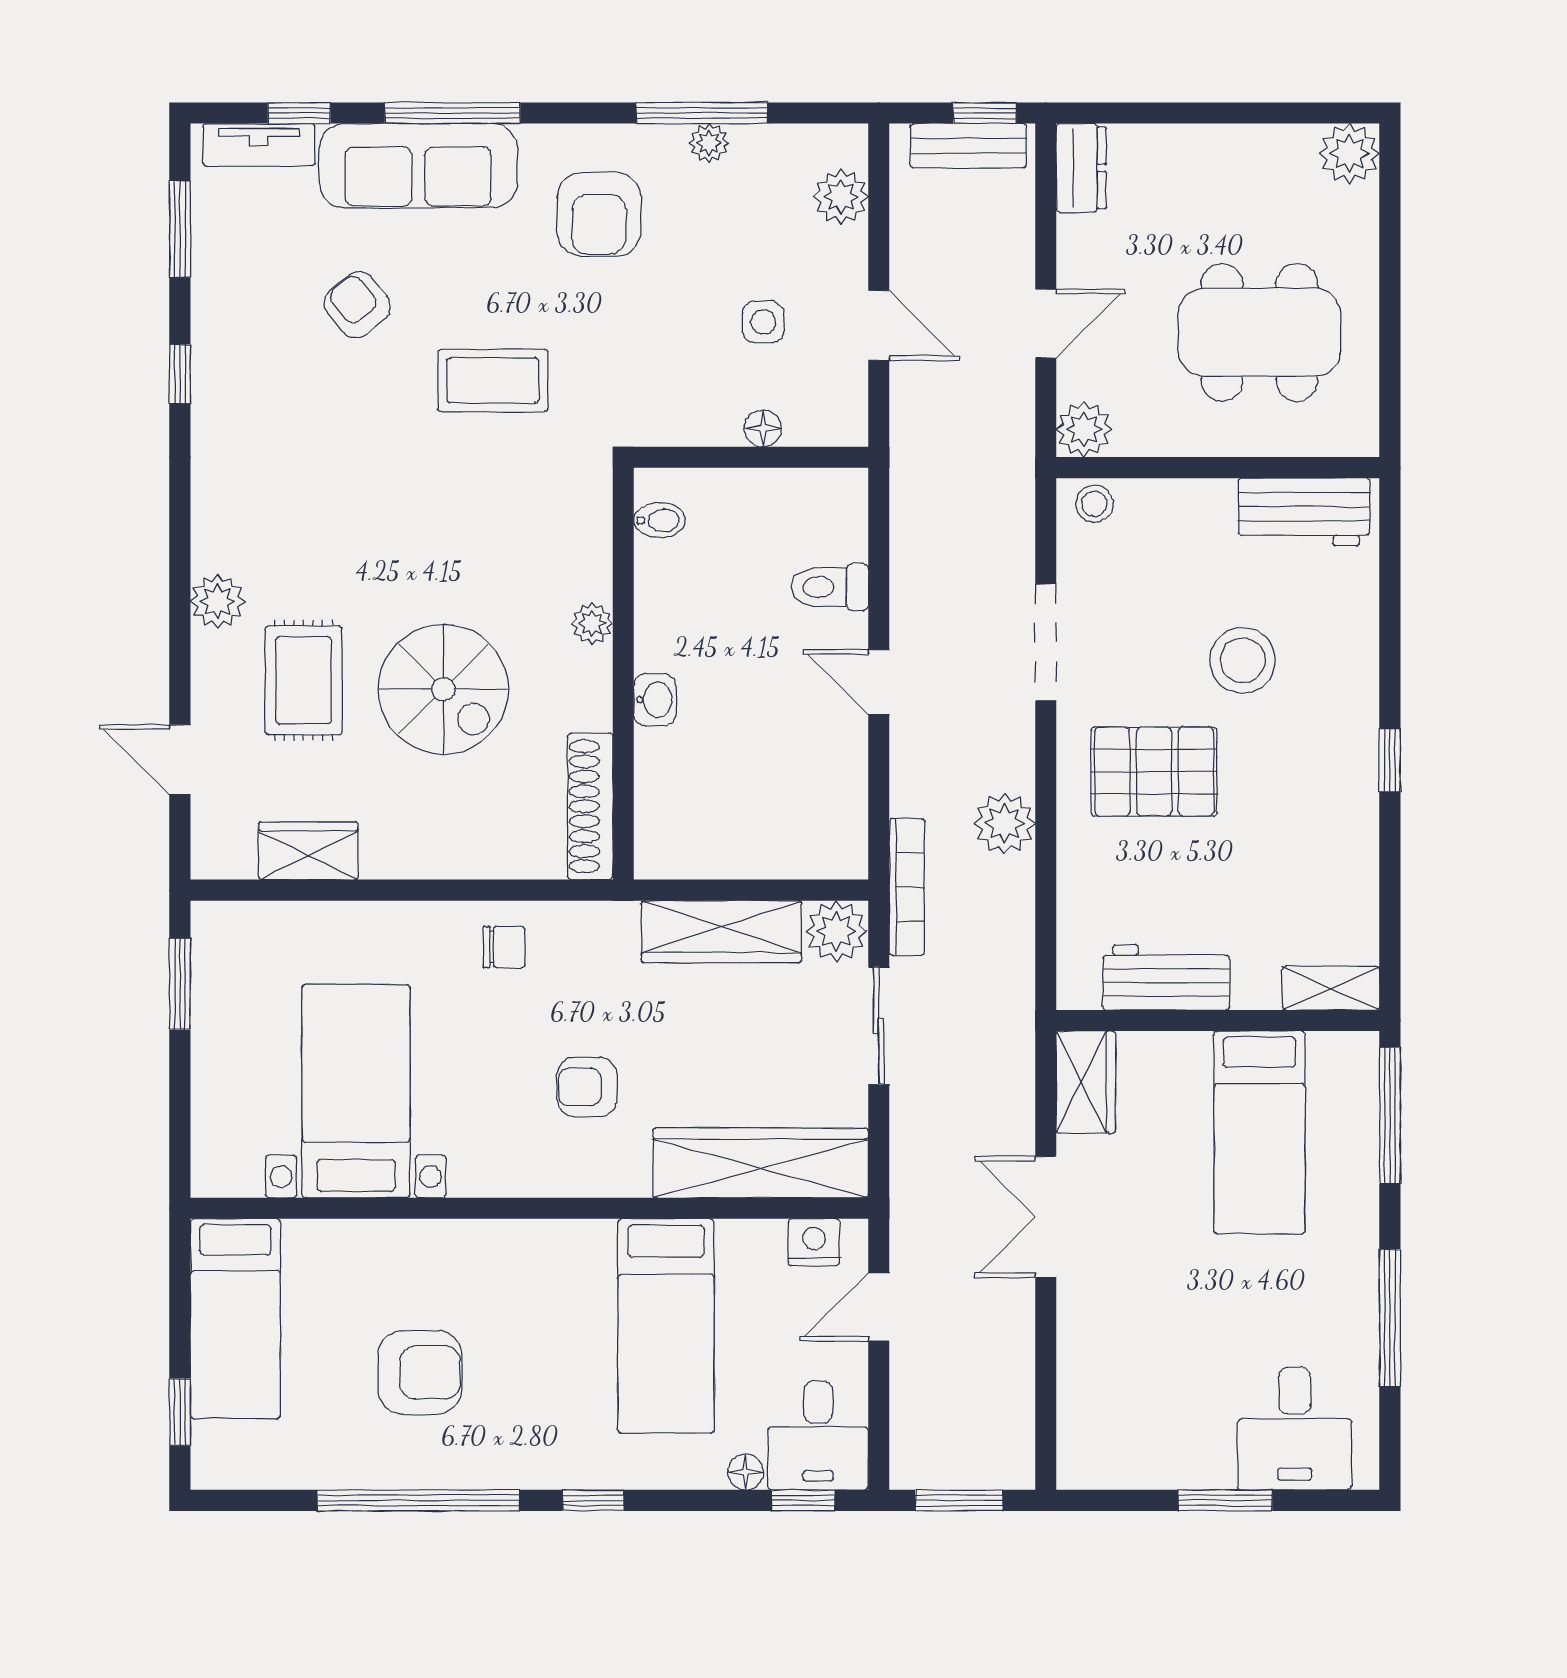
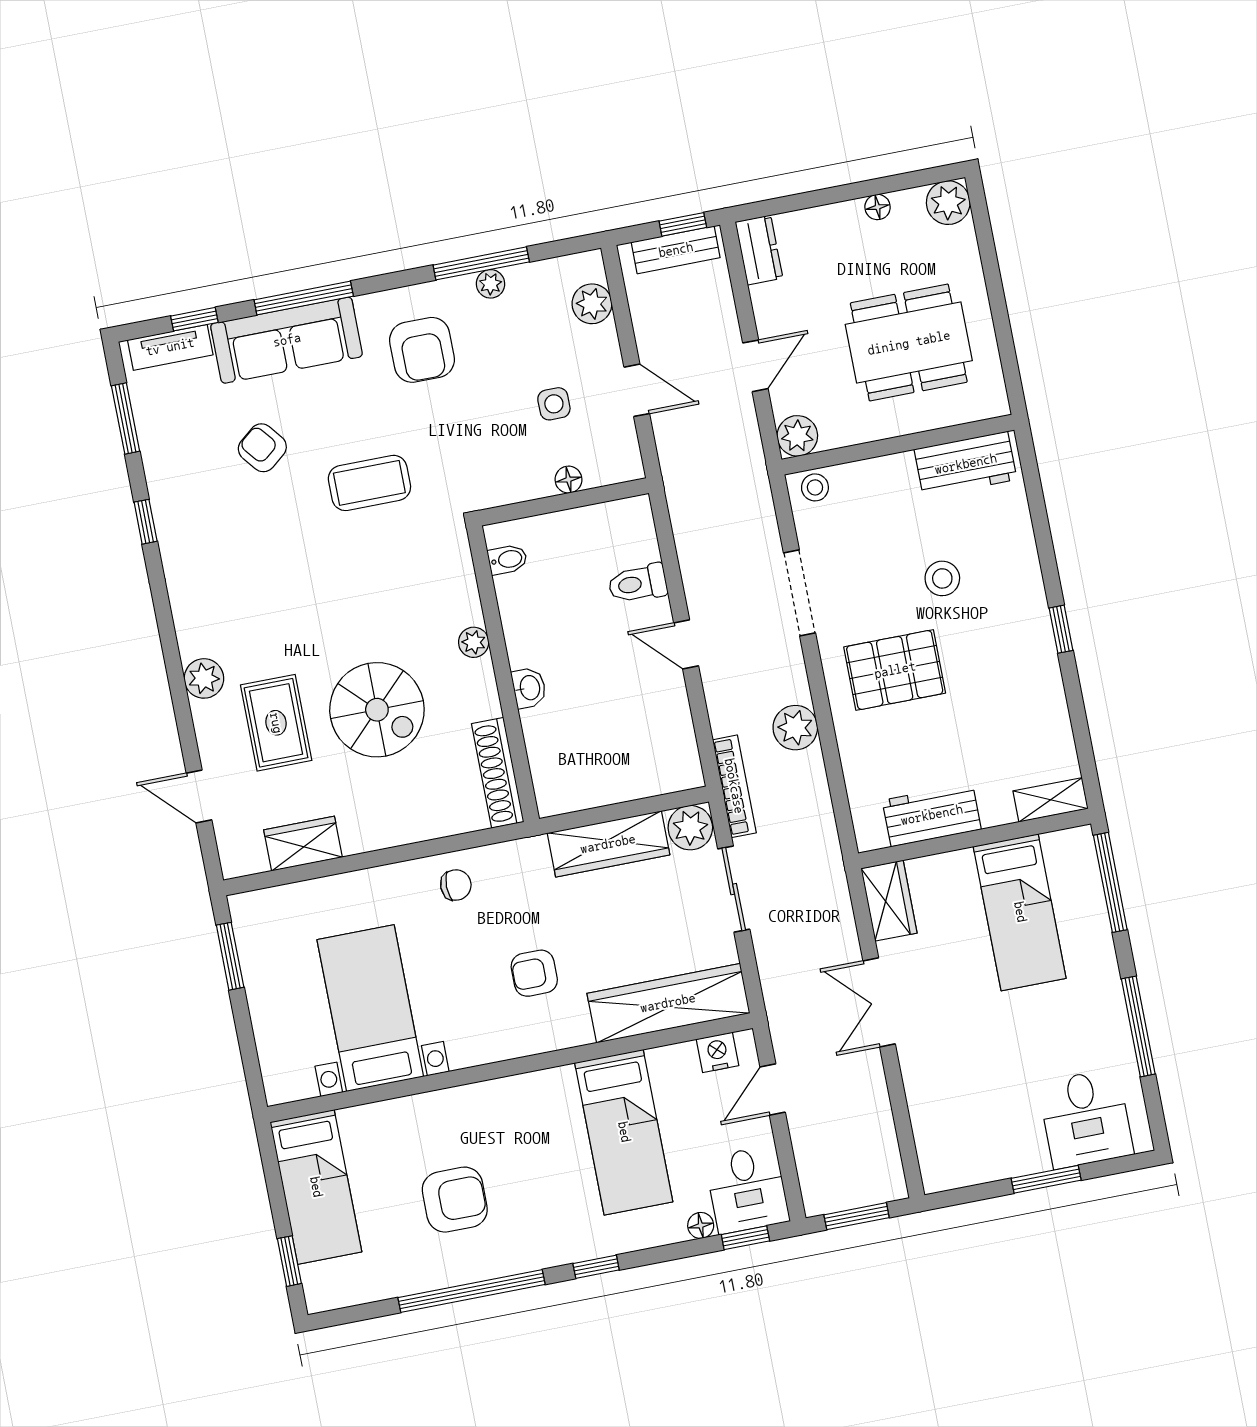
floor lamp: (1253, 141) -> (878, 207), added
stool: (1243, 660) -> (942, 578), width x0.73, depth x0.73

